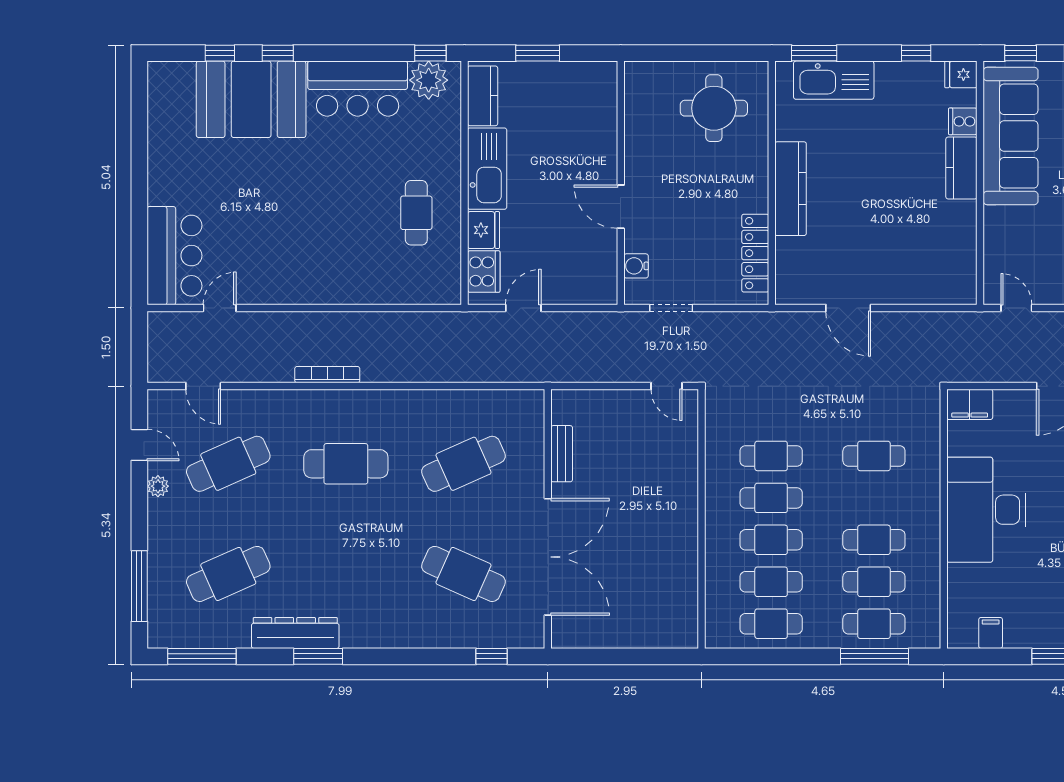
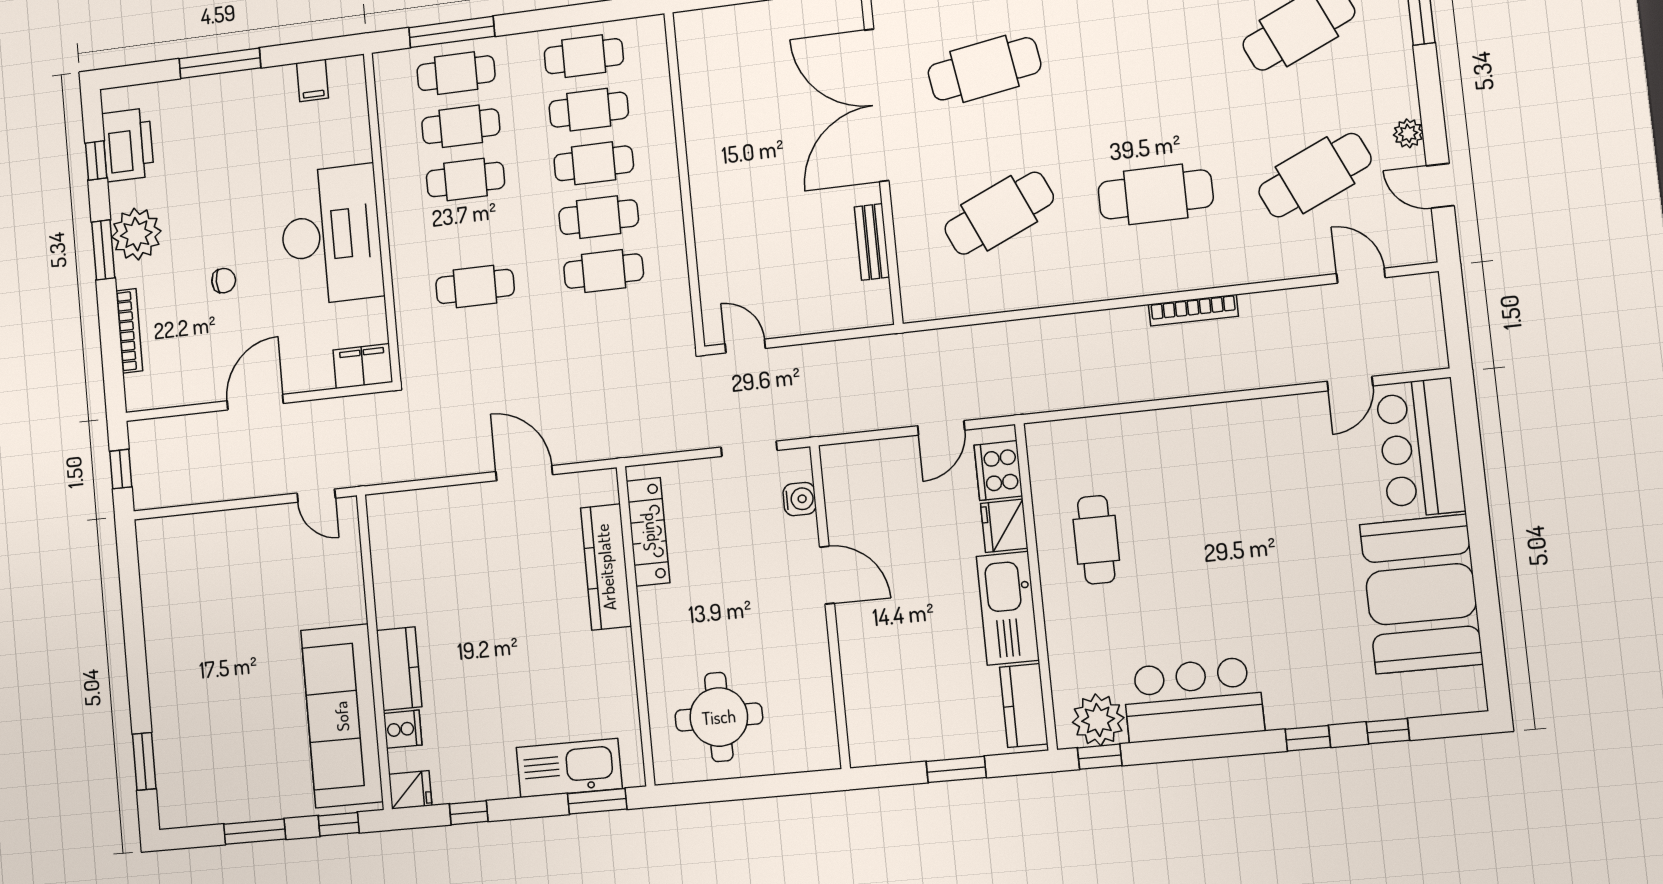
booth: (251, 99) -> (1421, 594), moved, turned 90
kitchen counter: (791, 189) -> (606, 567), moved
cafe table: (464, 574) -> (984, 69), turned -33

